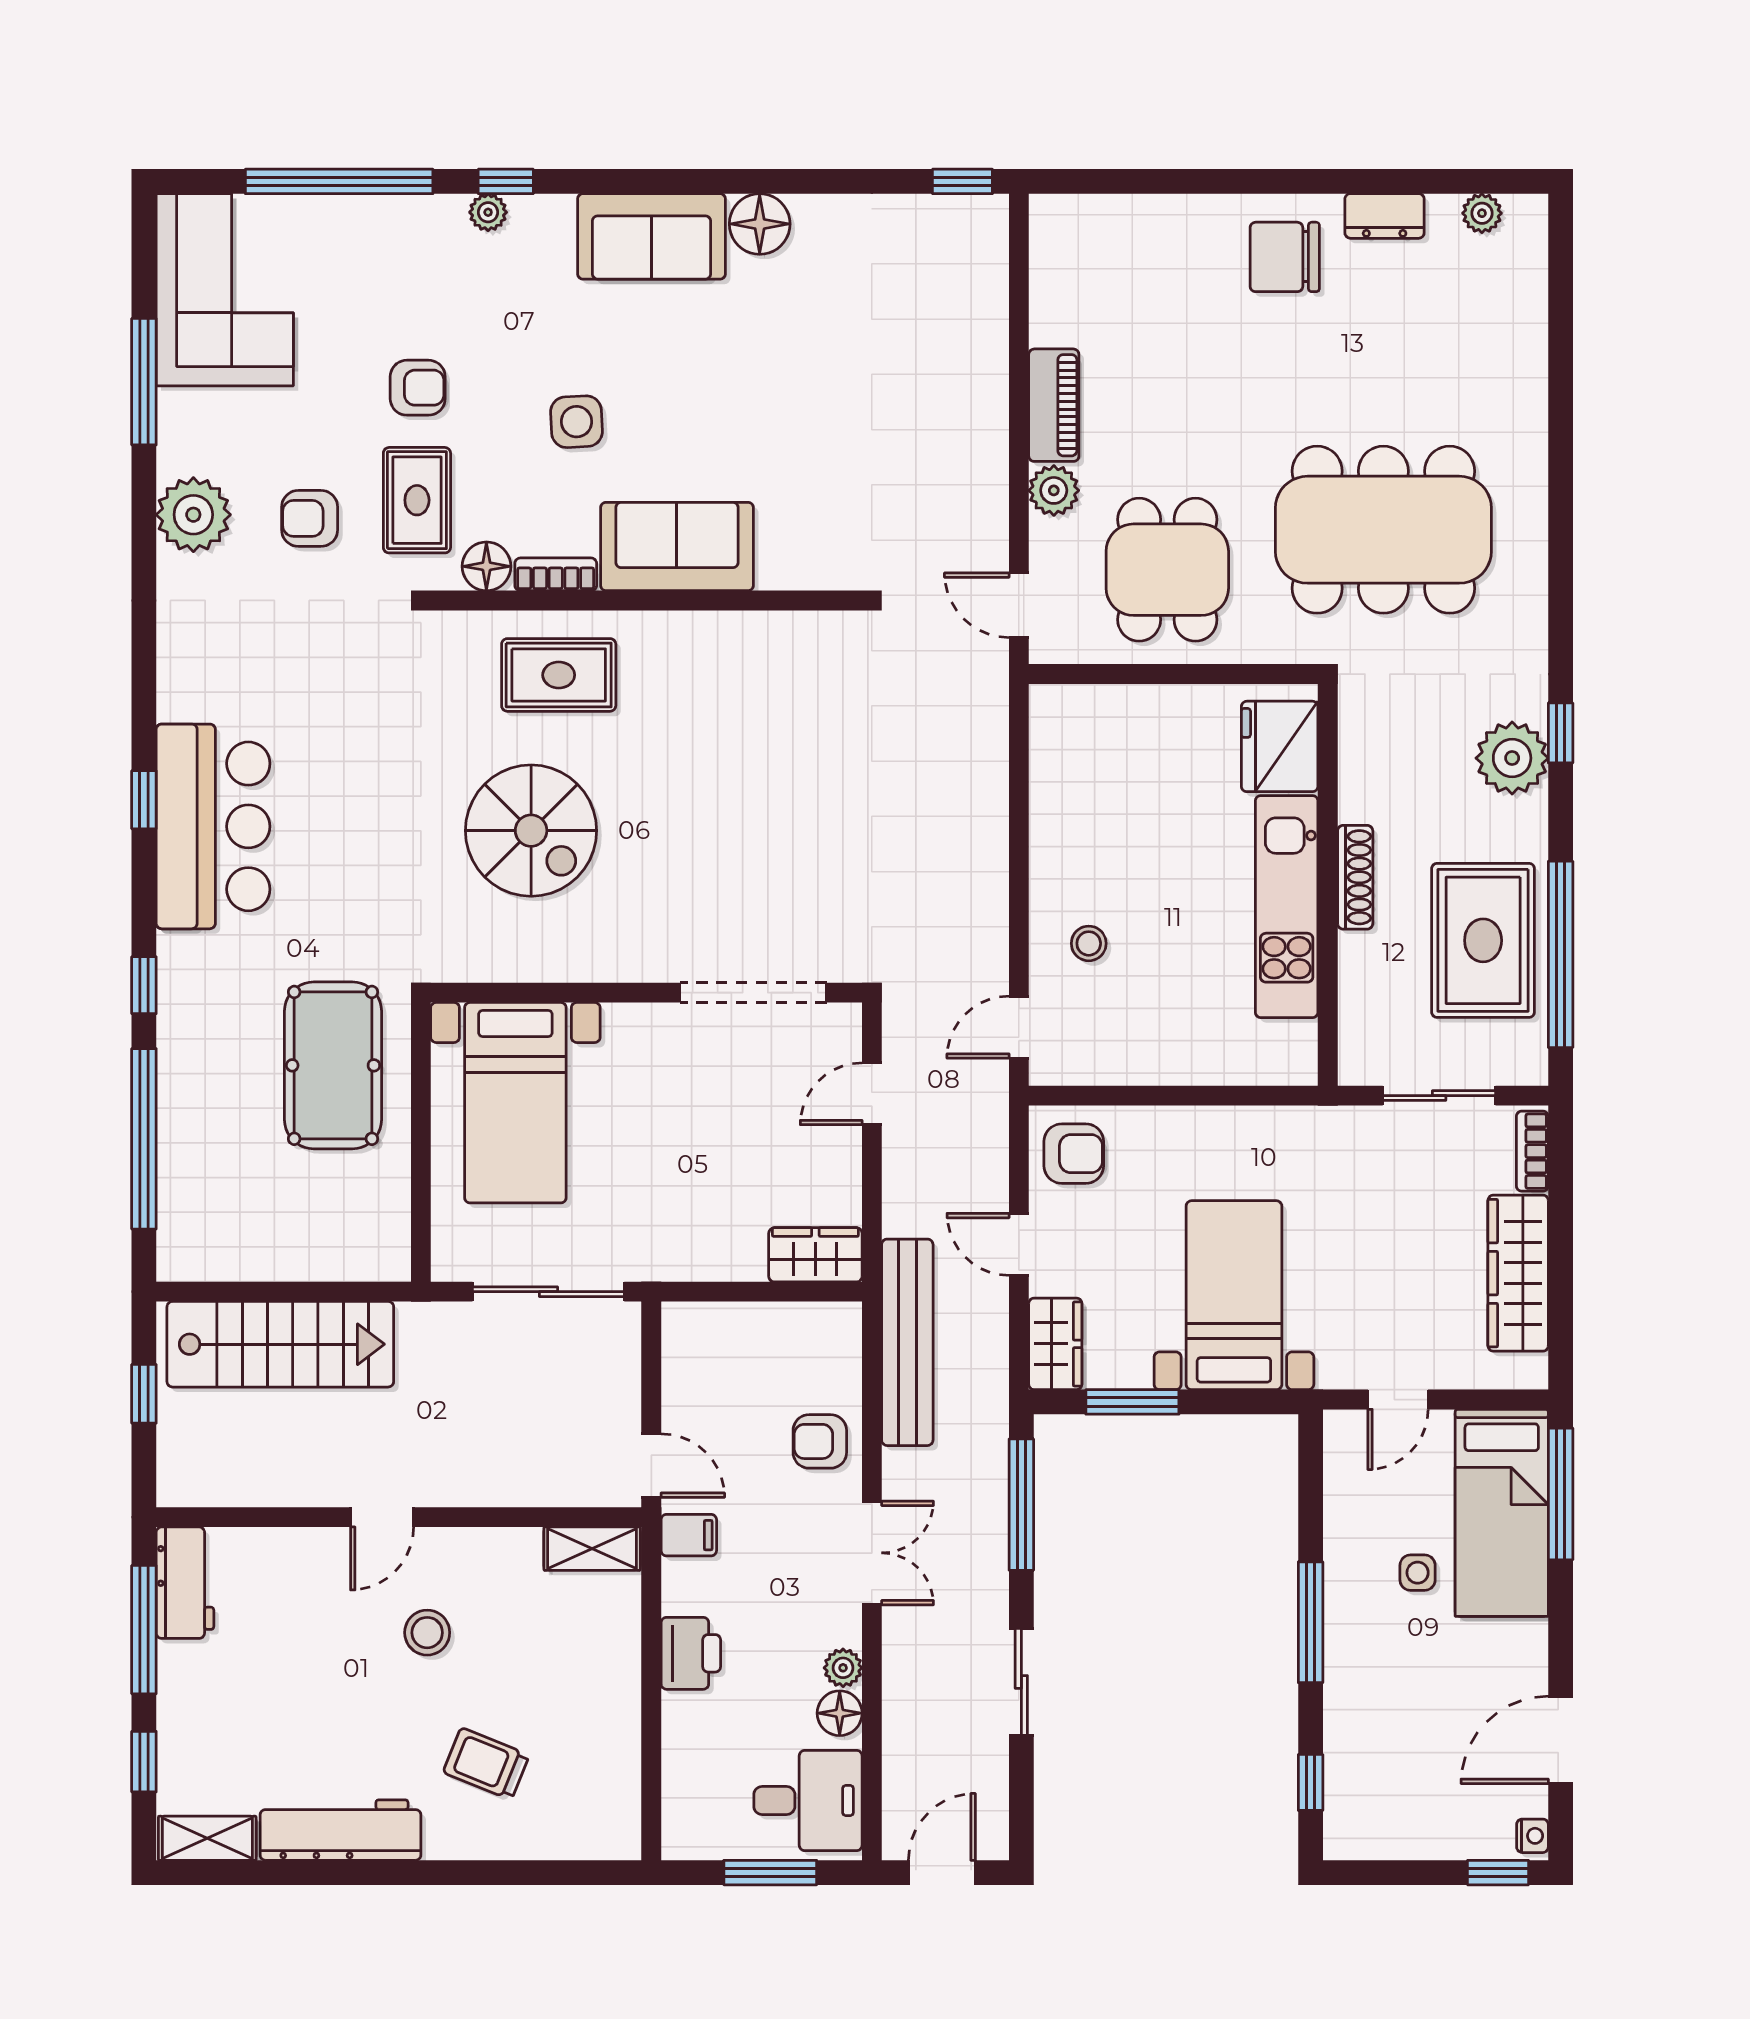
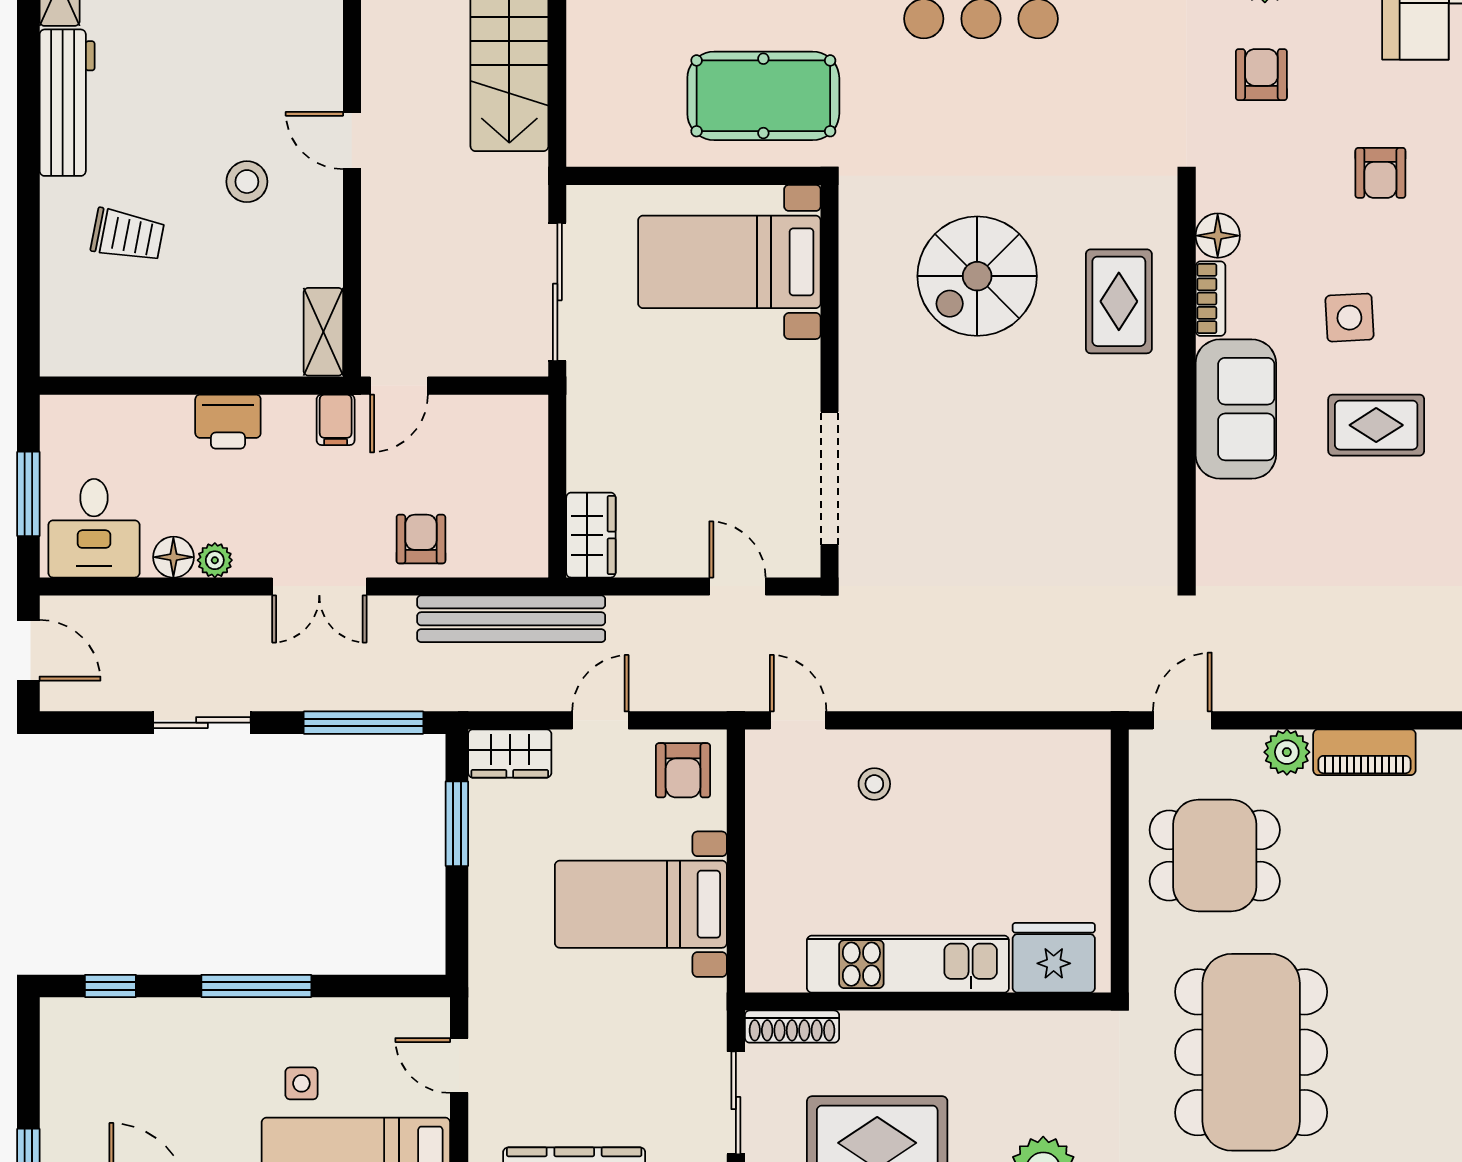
rug: (417, 500) -> (1376, 425), moved
shoe rack: (1355, 877) -> (792, 1027), moved
bed with nightstands: (1234, 1295) -> (641, 904), moved, turned 180
trolley: (486, 1764) -> (128, 235), turned 79

